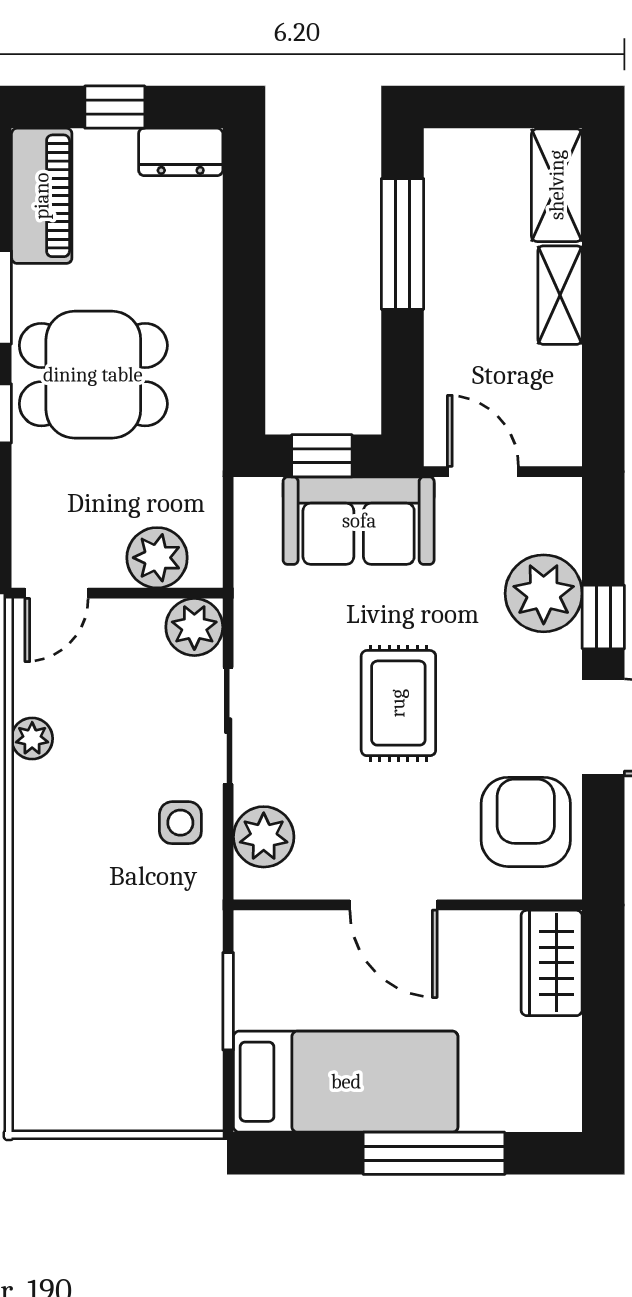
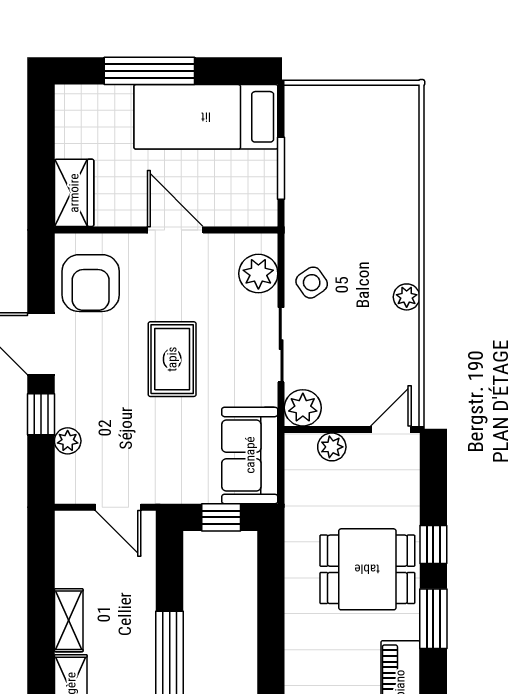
sofa: (359, 521) -> (250, 455), moved, turned -90
plant: (157, 558) -> (332, 447), width x0.73, depth x0.73
plant: (544, 593) -> (68, 441), width x0.53, depth x0.53
plant: (32, 738) -> (407, 297), moved
side table: (180, 823) -> (312, 283), turned -35

